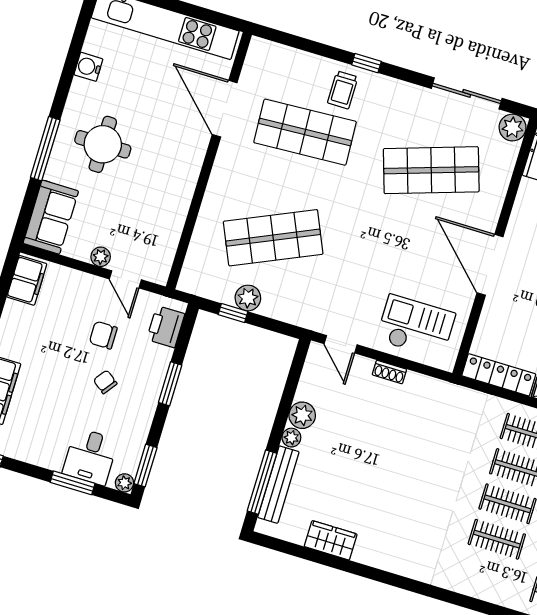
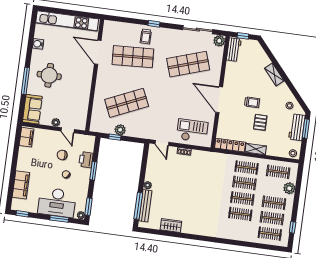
printer: (166, 327) -> (86, 160), moved
plant: (302, 415) -> (151, 175), removed
desk: (90, 457) -> (57, 202), width x1.87, depth x1.30

